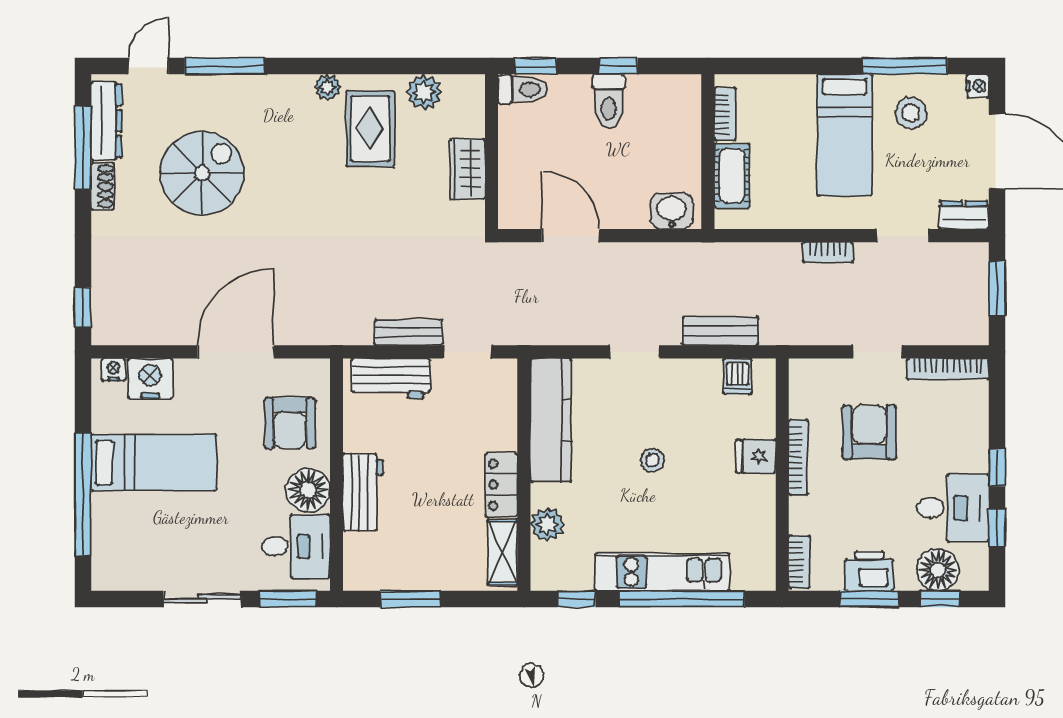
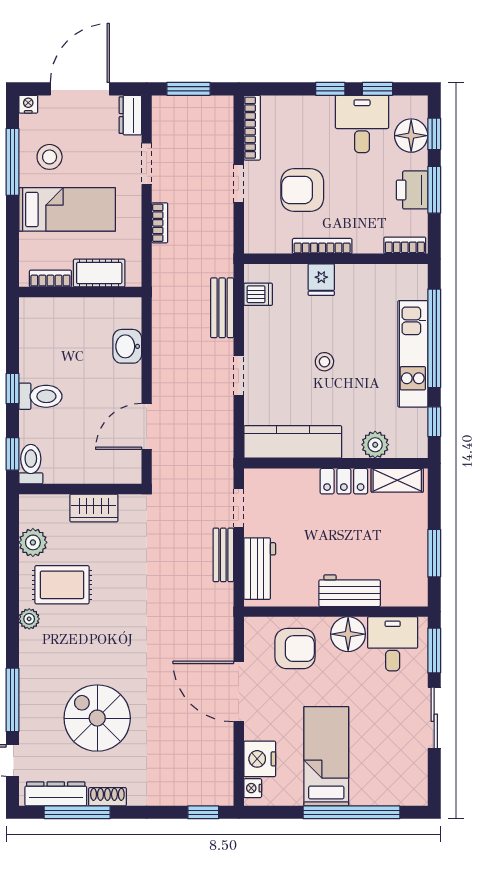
bookcase: (725, 114) -> (50, 279), moved
wall: (708, 152) -> (80, 292), moved
cot: (732, 176) -> (99, 273), moved

